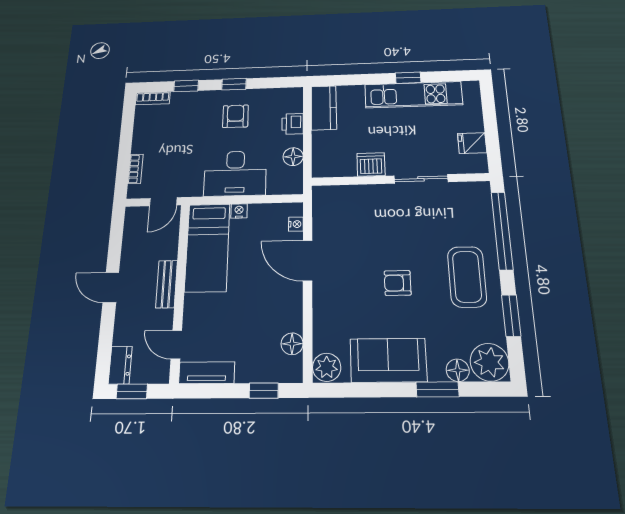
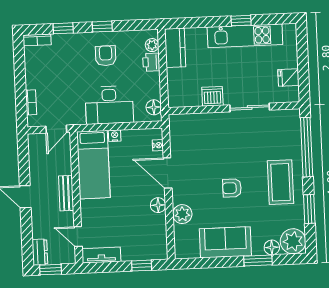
plant: (295, 105) -> (152, 45), added
floor lamp: (293, 157) -> (154, 107), moved
floor lamp: (292, 344) -> (158, 205), moved
plant: (327, 367) -> (182, 214), moved

